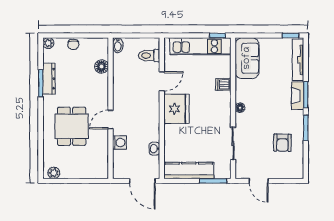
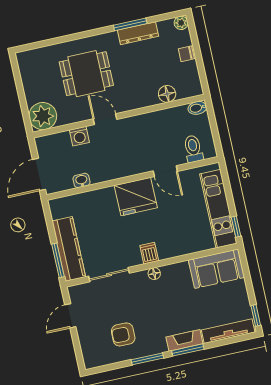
dishwasher: (223, 84) -> (149, 253), moved
kitchen counter: (189, 170) -> (69, 249), moved
plant: (54, 173) -> (43, 116), moved, width x1.88, depth x1.88

